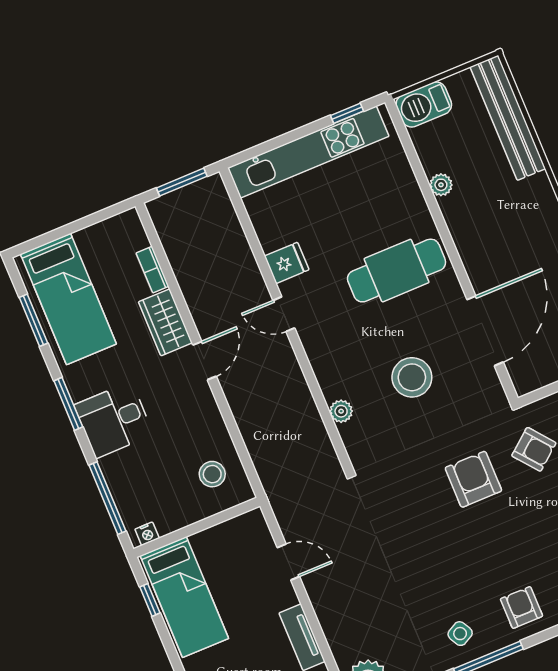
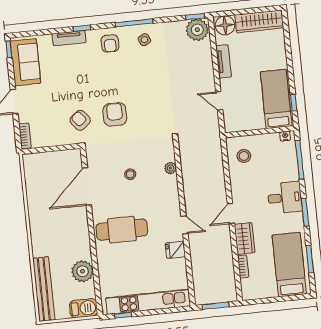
plant: (441, 185) -> (82, 271), width x1.87, depth x1.87
stool: (412, 377) -> (130, 174), width x0.53, depth x0.53
armchair: (473, 479) -> (115, 114), turned 180

